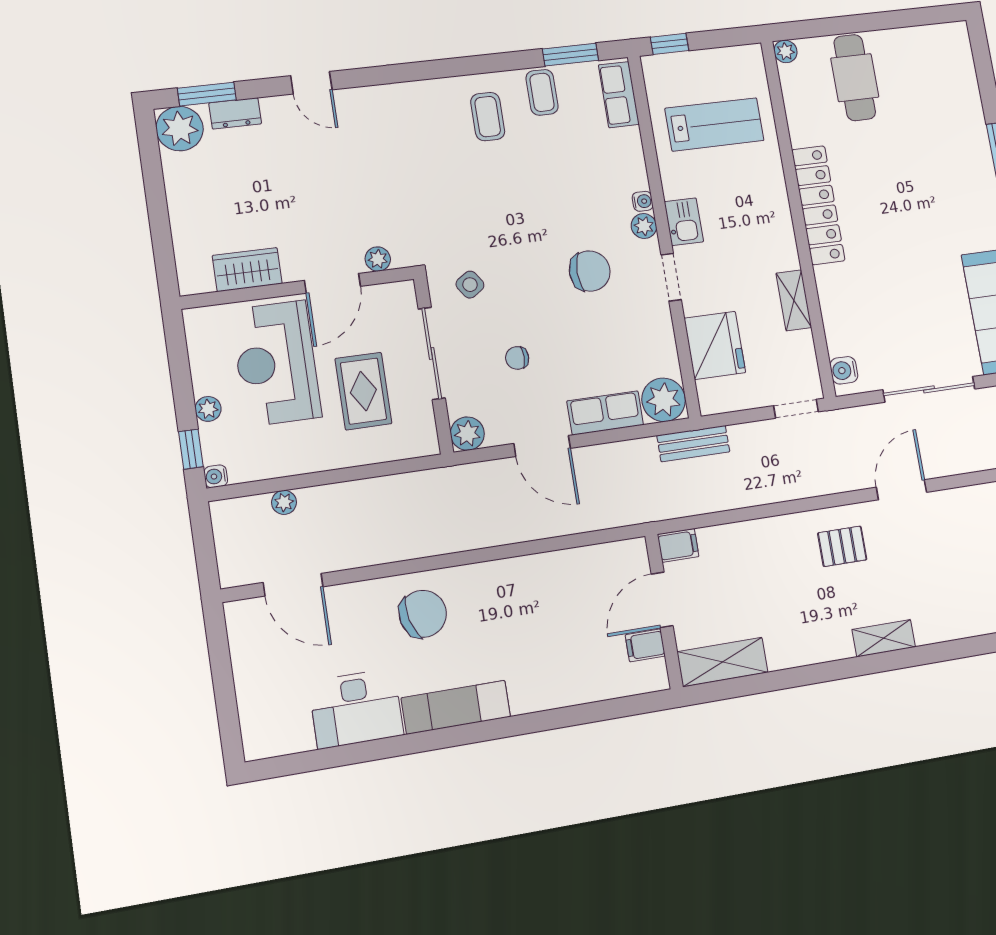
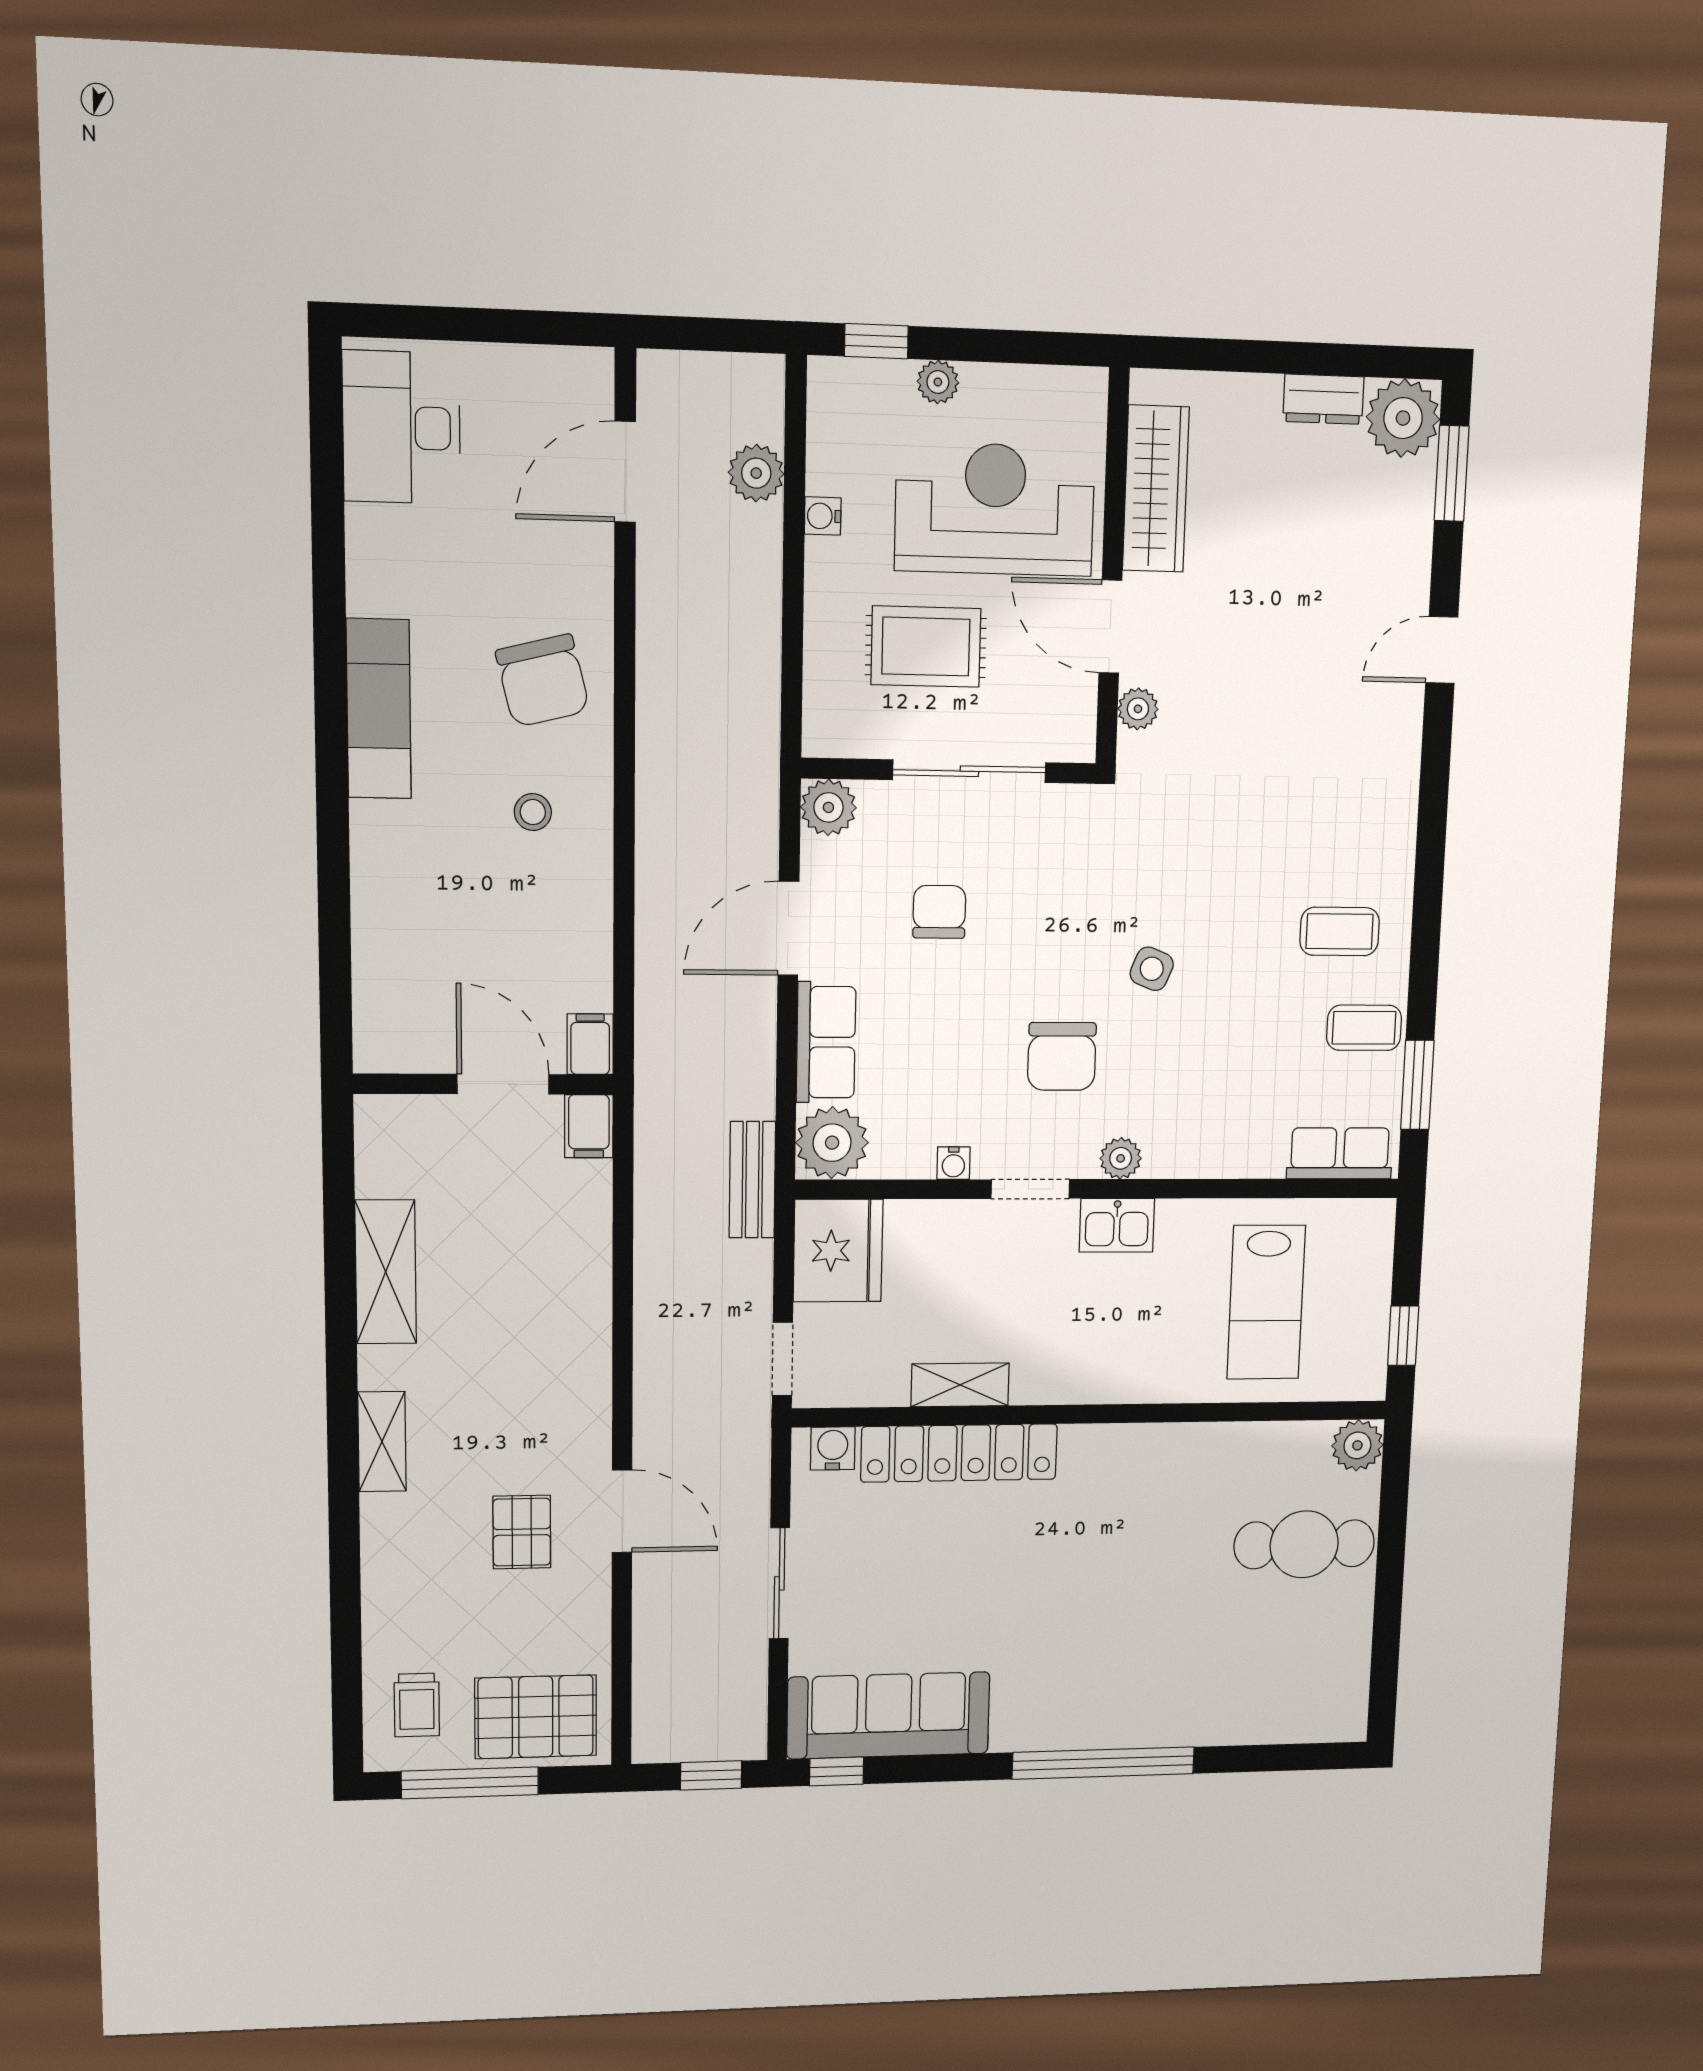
window: (670, 44) -> (1403, 1336), moved
plant: (786, 51) -> (1357, 1445), width x1.38, depth x1.38
dresser: (235, 113) -> (1324, 399), moved, turned -90
water cooler: (643, 201) -> (953, 1163), moved
locker: (818, 205) -> (959, 1453), moved
wardrobe: (247, 269) -> (1156, 489), width x1.50
side table: (470, 285) -> (1152, 969), moved, turned -34
fridge: (715, 345) -> (838, 1251), moved, turned -90
chair: (517, 358) -> (939, 912), width x1.37, depth x1.37
sliding door: (929, 389) -> (779, 1583), width x0.73
water cooler: (216, 476) -> (823, 516), moved, turned -90
plant: (284, 502) -> (756, 473), width x1.38, depth x1.38
pallet: (842, 546) -> (522, 1532), moved
stool: (500, 608) -> (533, 812), added
filing cabinet: (645, 645) -> (590, 1044), moved
shelving: (722, 662) -> (386, 1272), moved
desk: (356, 708) -> (401, 428), moved

